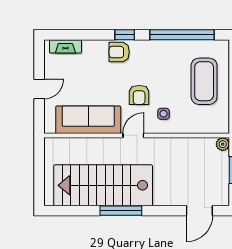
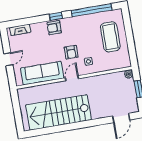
window: (121, 211) -> (72, 126), removed

